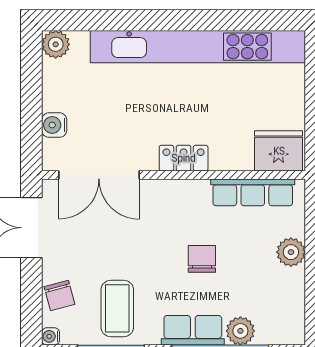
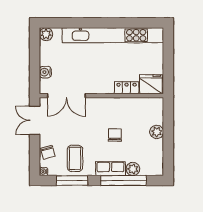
locker: (184, 158) -> (127, 88), moved
row of seats: (253, 192) -> (139, 104), removed

